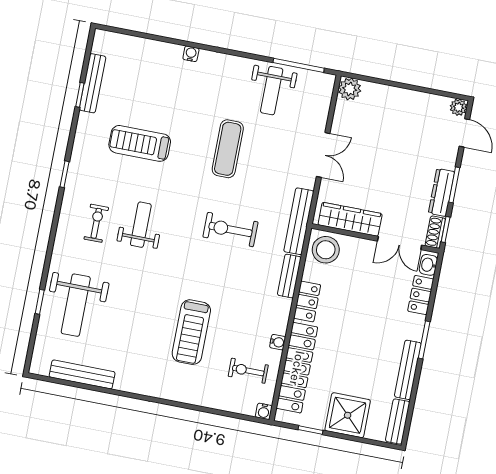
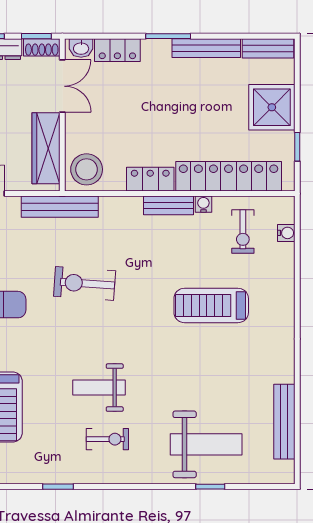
exercise bike: (96, 223) -> (107, 439), turned 180
exercise bike: (230, 229) -> (85, 283), turned 94
bench: (289, 276) -> (169, 205), moved
treadmill: (191, 332) -> (211, 305), turned 180
water cooler: (264, 411) -> (286, 233), moved

